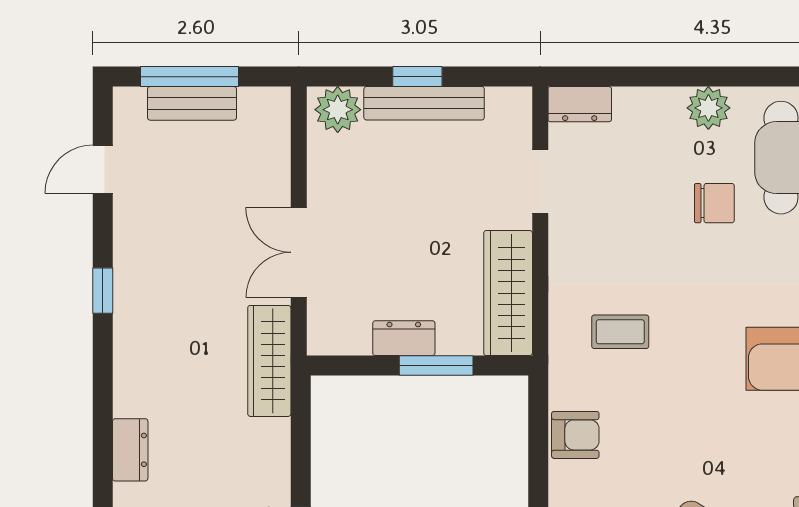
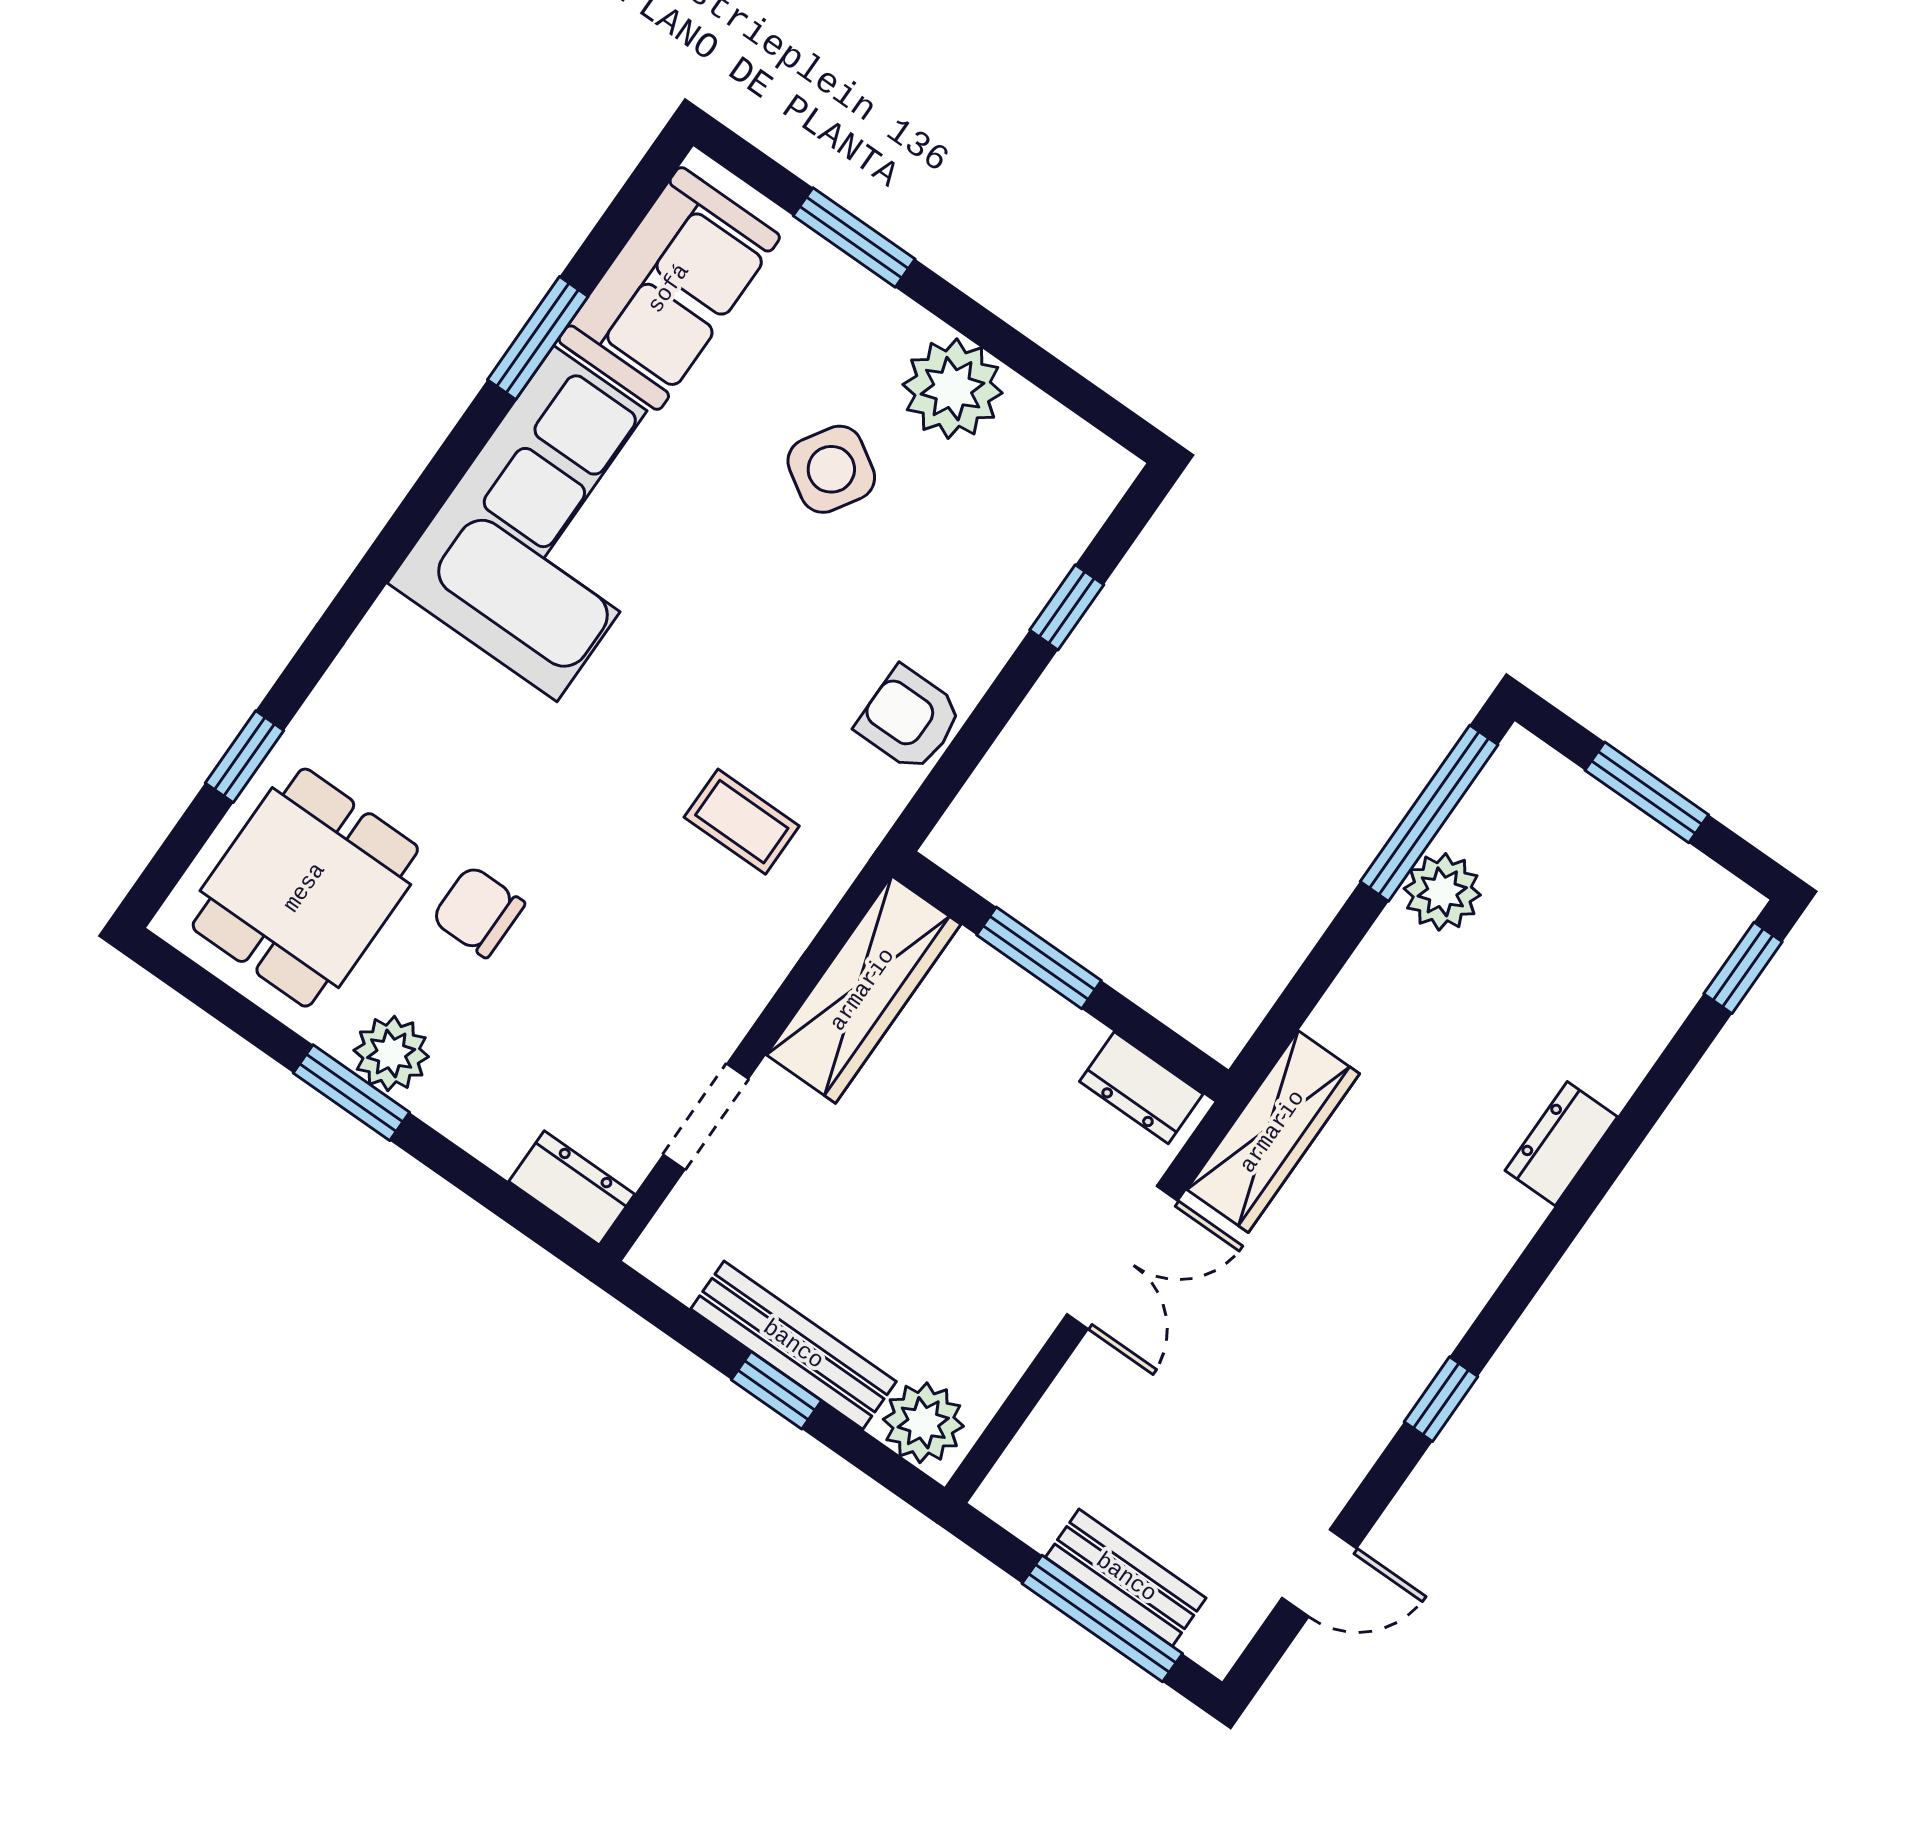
window: (714, 77) -> (351, 1093), added
dresser: (404, 338) -> (1141, 1088), moved

